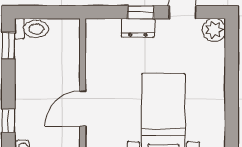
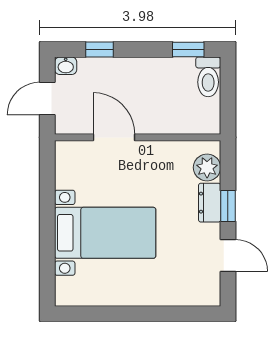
plant: (214, 30) -> (207, 167), moved

